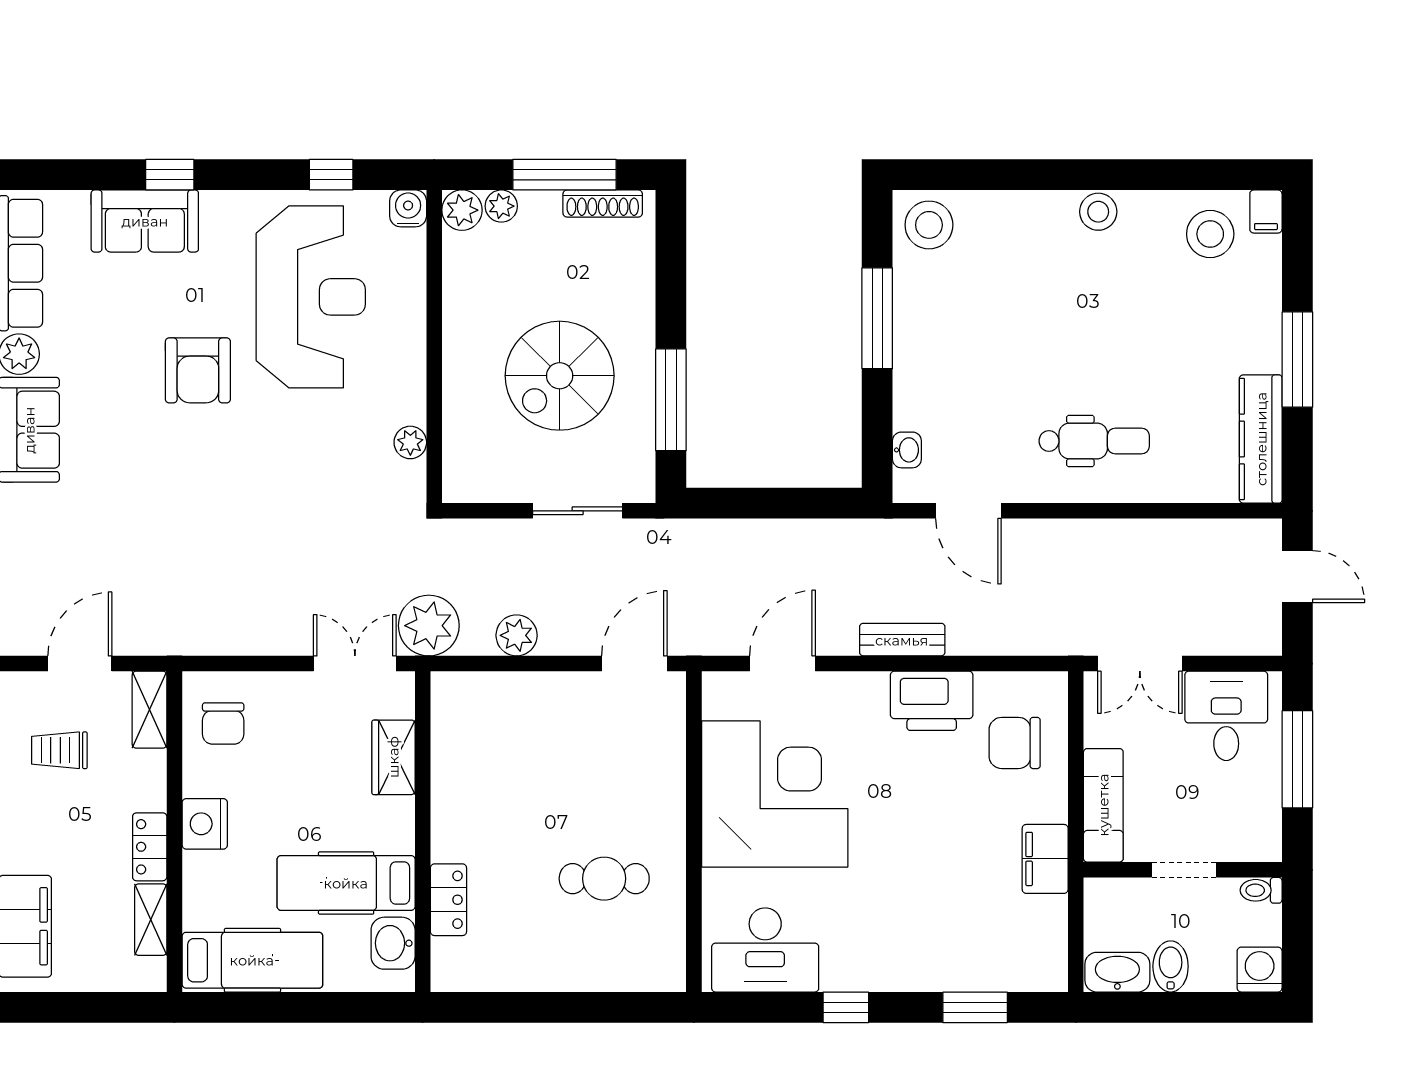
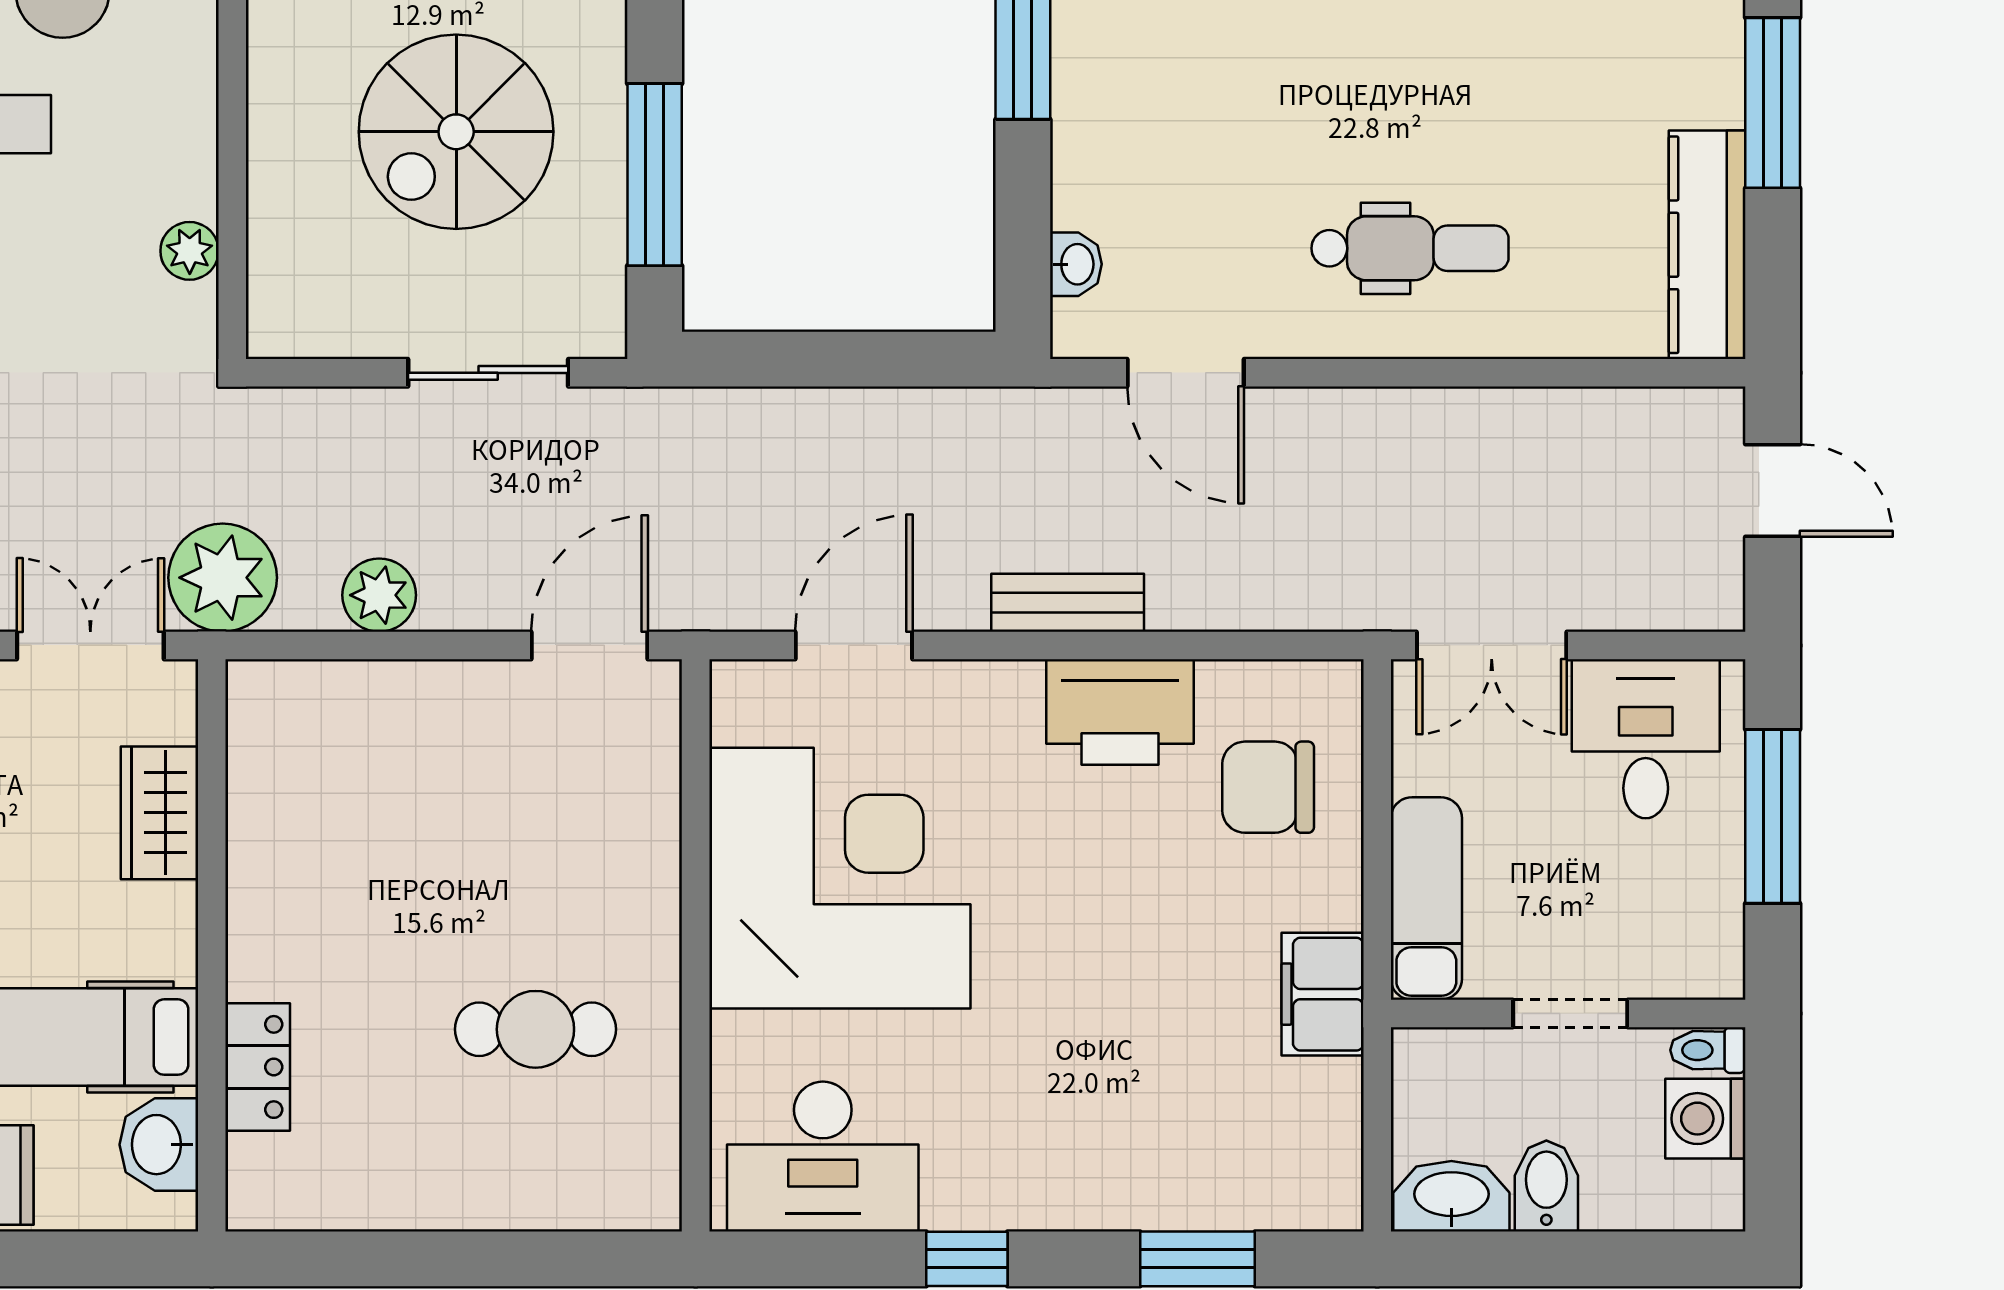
washing machine: (1260, 970) -> (1705, 1119), moved, turned -90

